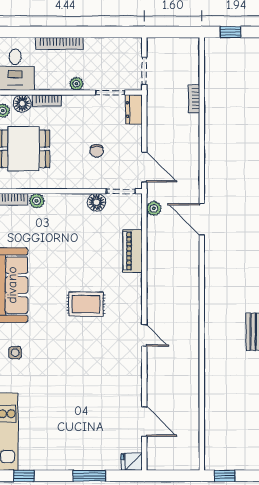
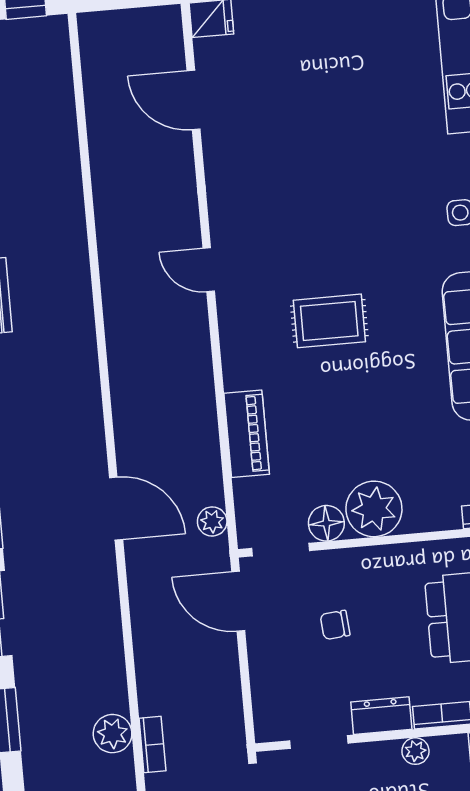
plant: (76, 84) -> (415, 751), moved
plant: (214, 106) -> (113, 734), added
dresser: (134, 109) -> (381, 716), moved, turned -90
chair: (97, 151) -> (335, 625), turned -95
plant: (37, 201) -> (374, 509), moved, width x1.88, depth x1.88

